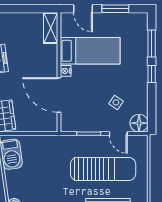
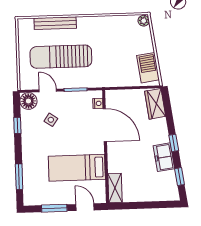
nightstand: (66, 71) -> (98, 103), moved
window: (152, 74) -> (17, 125), moved

